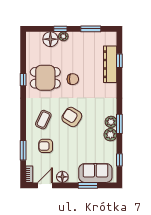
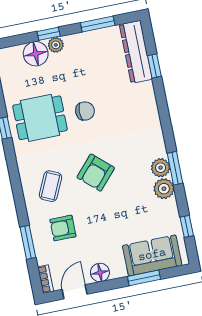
dresser: (110, 64) -> (136, 52), moved
armchair: (72, 117) -> (96, 173), turned -81

